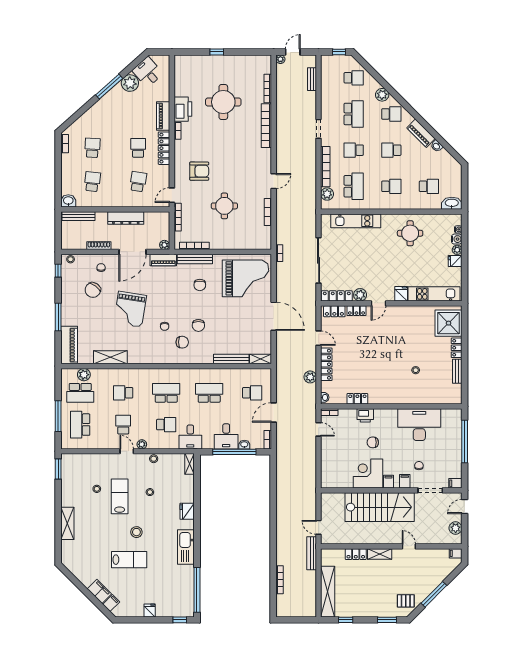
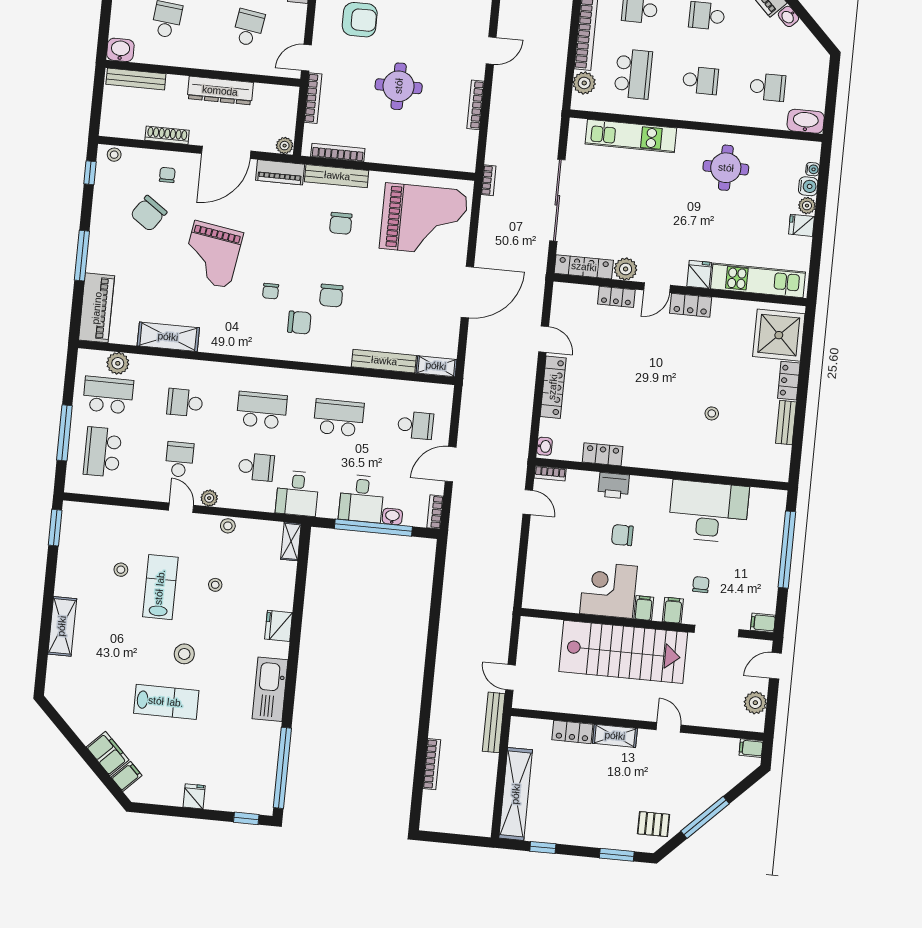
locker: (334, 311) -> (691, 305), moved
door: (274, 316) -> (467, 292), hinge flipped
plant: (310, 377) -> (522, 407), removed
school desk: (80, 393) -> (108, 395), turned 180

